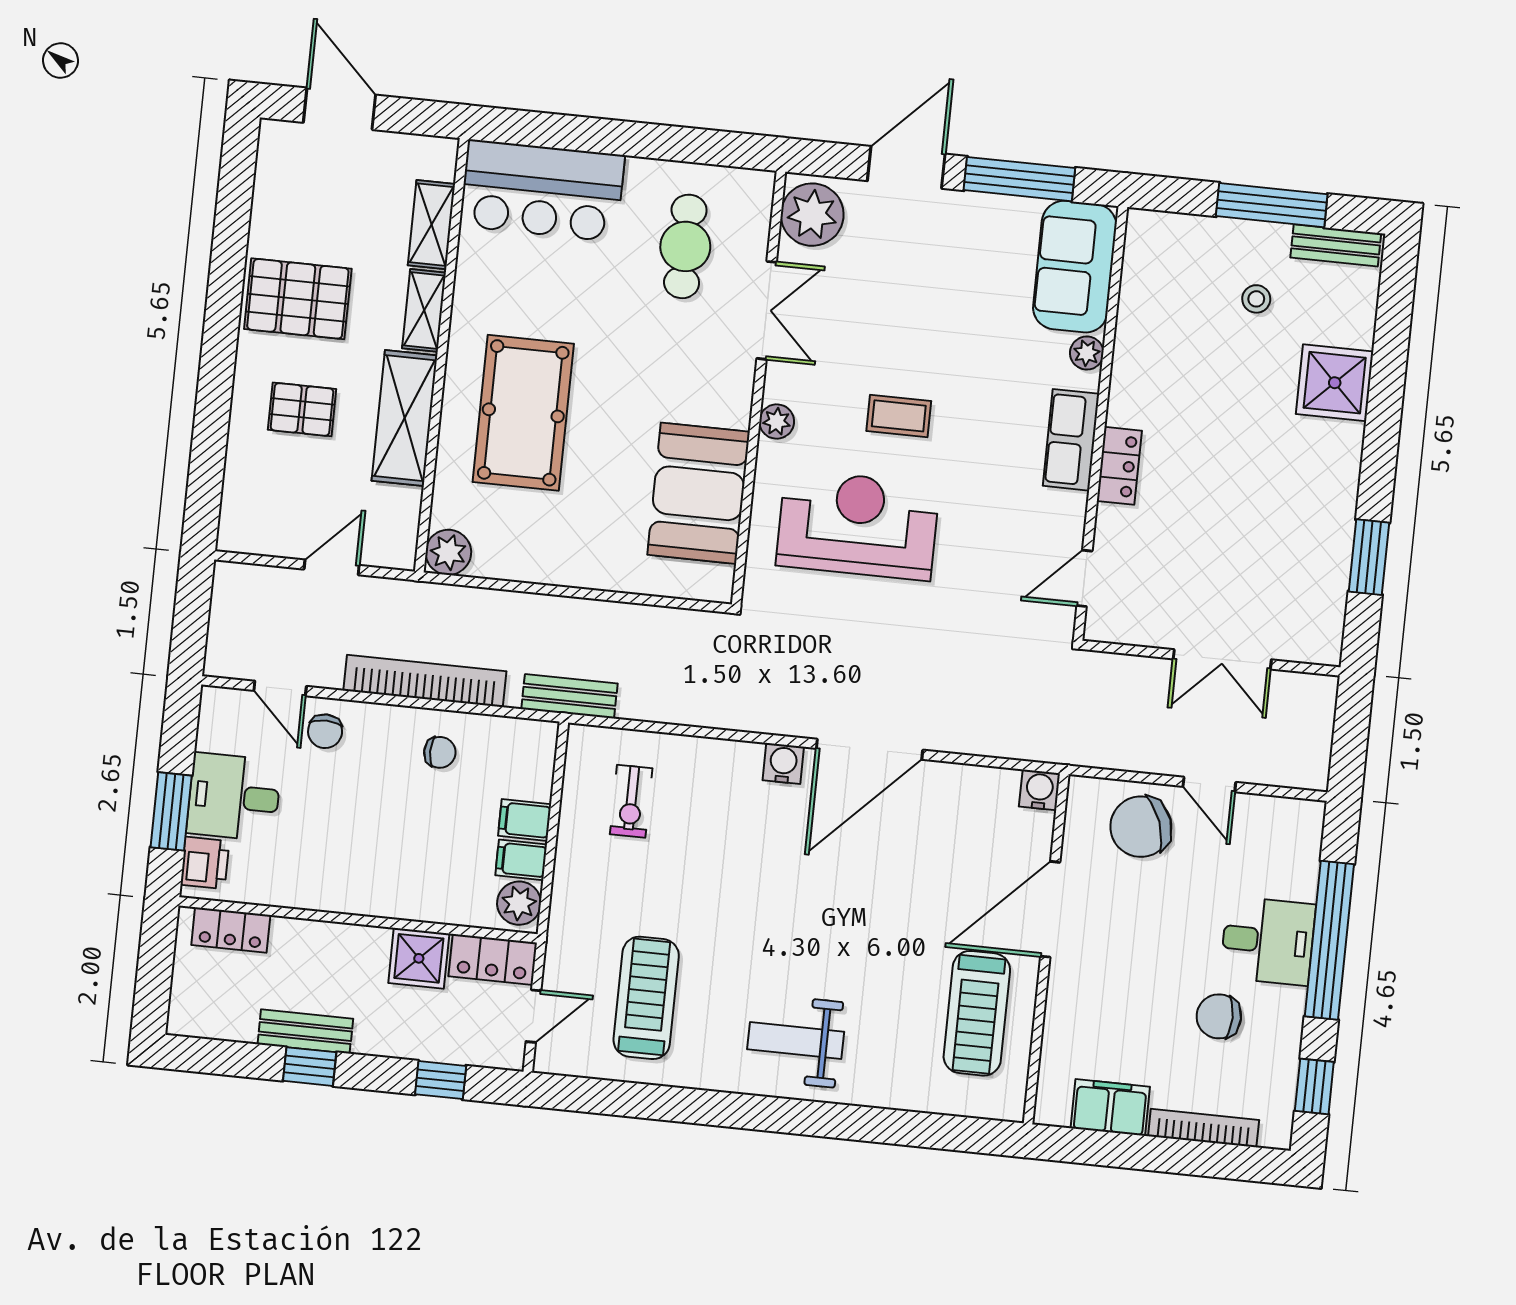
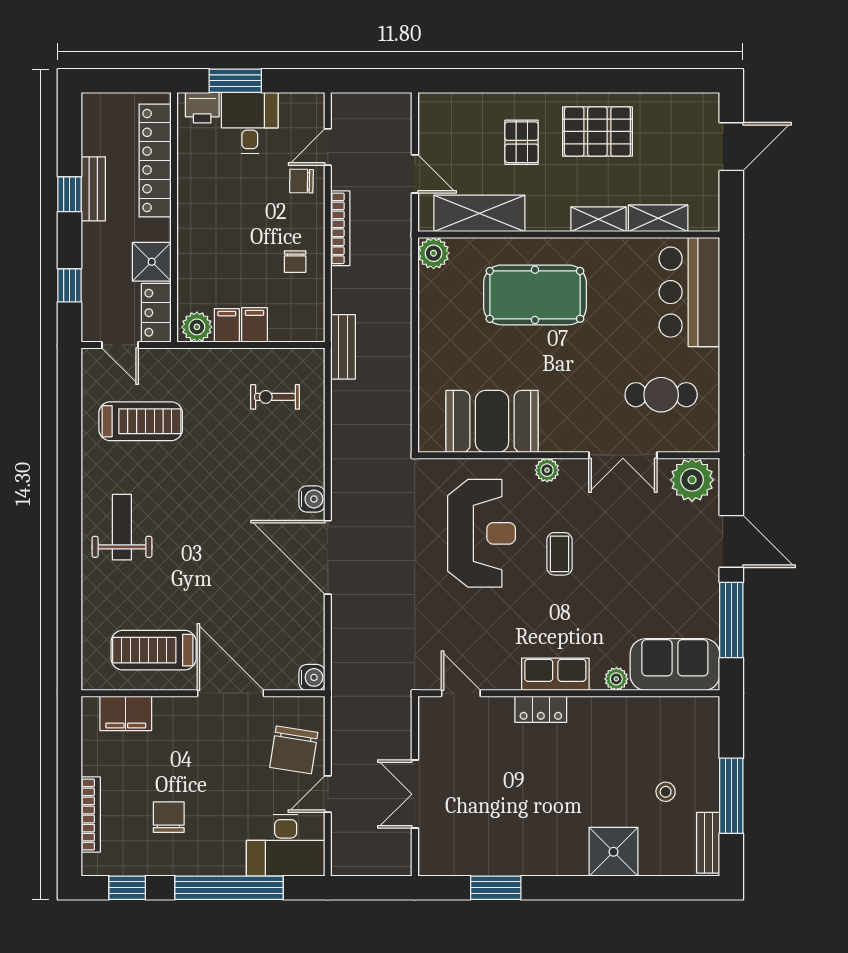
pallet: (298, 299) -> (597, 131), turned 90
shelving: (404, 418) -> (479, 213), moved
bookcase: (425, 681) -> (340, 228), width x0.68, depth x0.76
chair: (1141, 827) -> (294, 750), turned -151
locker: (231, 930) -> (155, 161), width x2.16, depth x1.21
desk: (1268, 941) -> (286, 845), moved, width x1.37
filing cabinet: (1110, 1107) -> (126, 713), moved, turned 90

